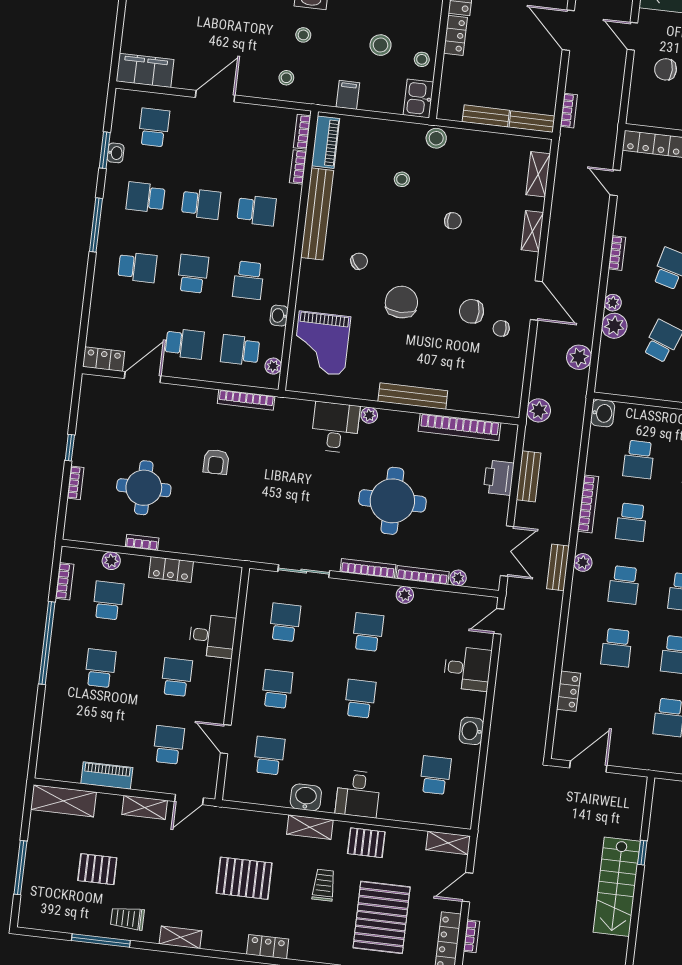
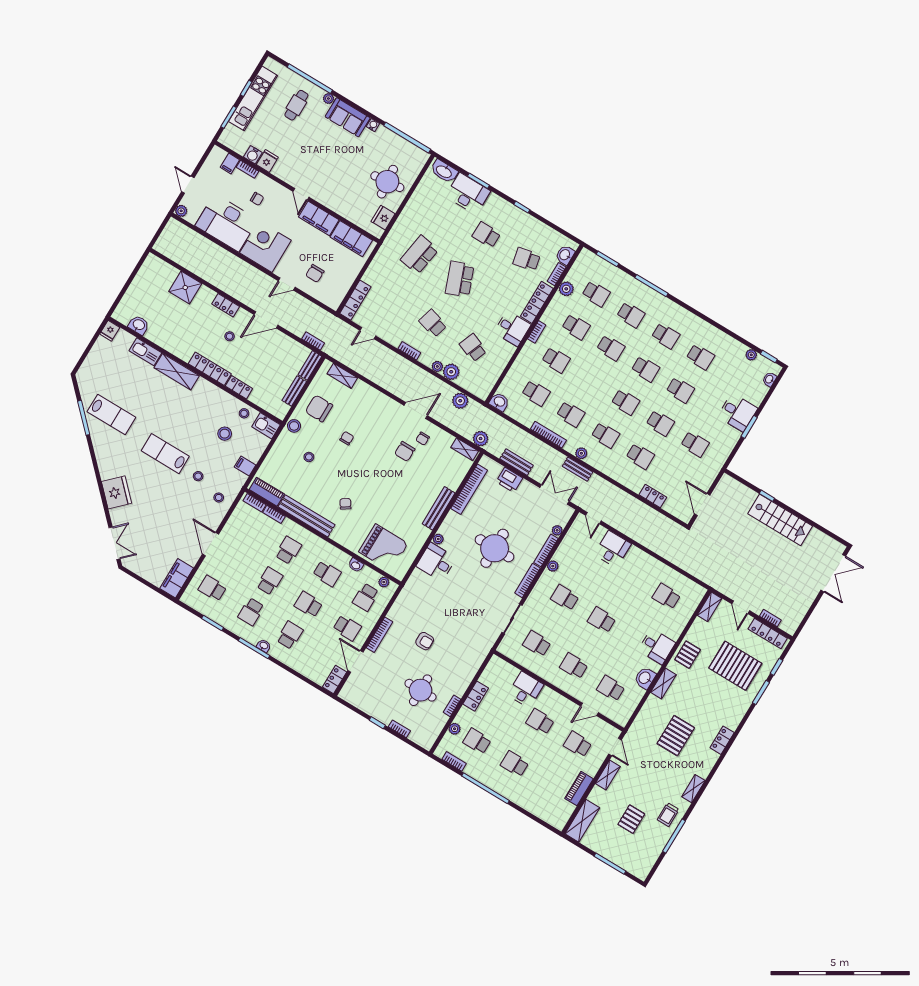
washbasin: (116, 153) -> (264, 646), moved
shelving: (532, 231) -> (465, 449), moved
chair: (401, 302) -> (319, 408), moved
school desk: (185, 344) -> (347, 628), turned 90
bookcase: (246, 400) -> (379, 635), moved
washbasin: (471, 731) -> (650, 563), removed
trolley: (324, 885) -> (701, 691), removed

